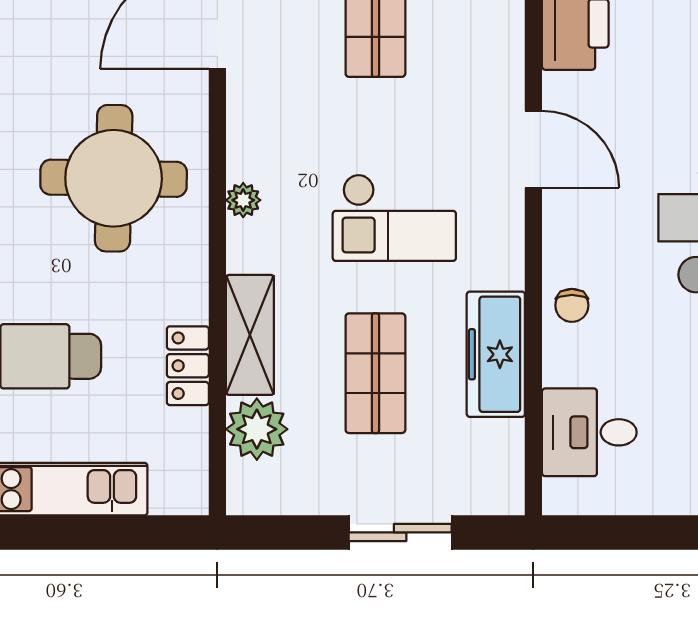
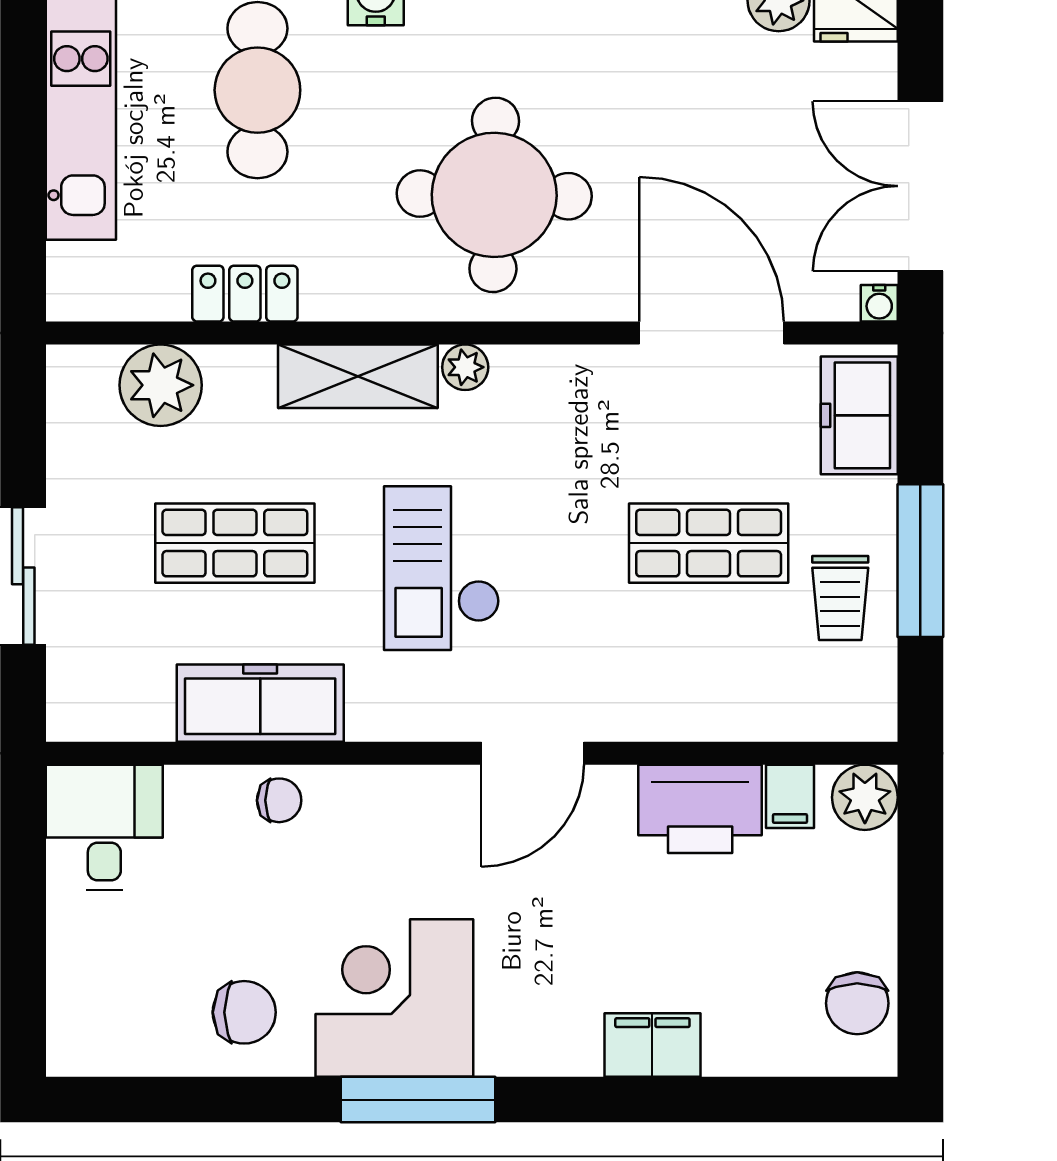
chair: (572, 305) -> (279, 800), moved, turned 180
shelving: (250, 335) -> (358, 376), moved
desk: (589, 432) -> (104, 827), moved

